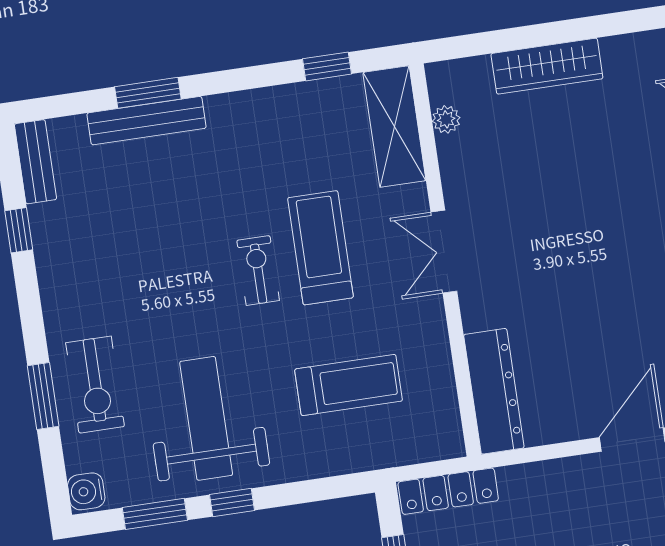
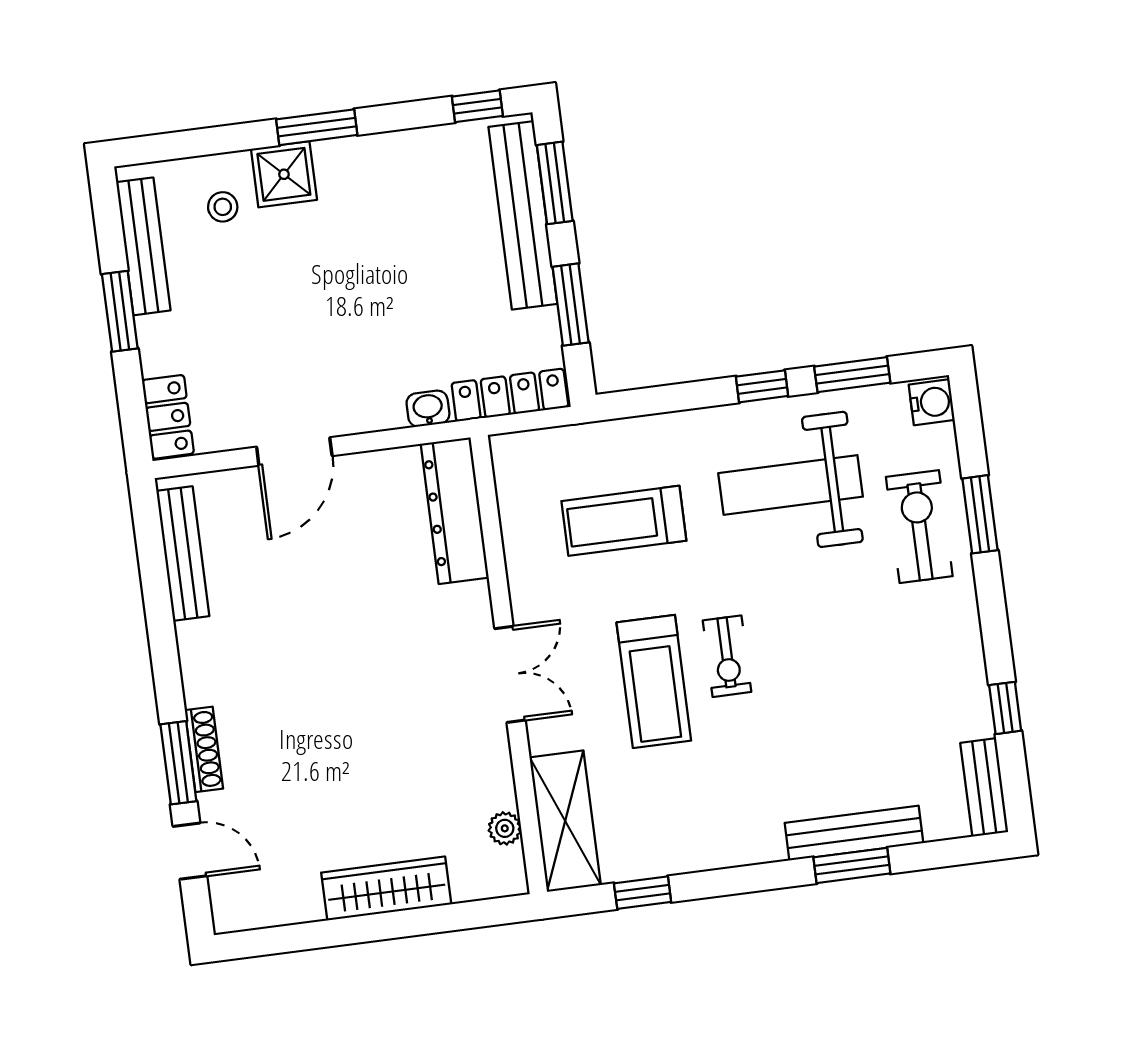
weight bench: (206, 418) -> (791, 485), turned 90
washbasin: (518, 478) -> (428, 409), added

